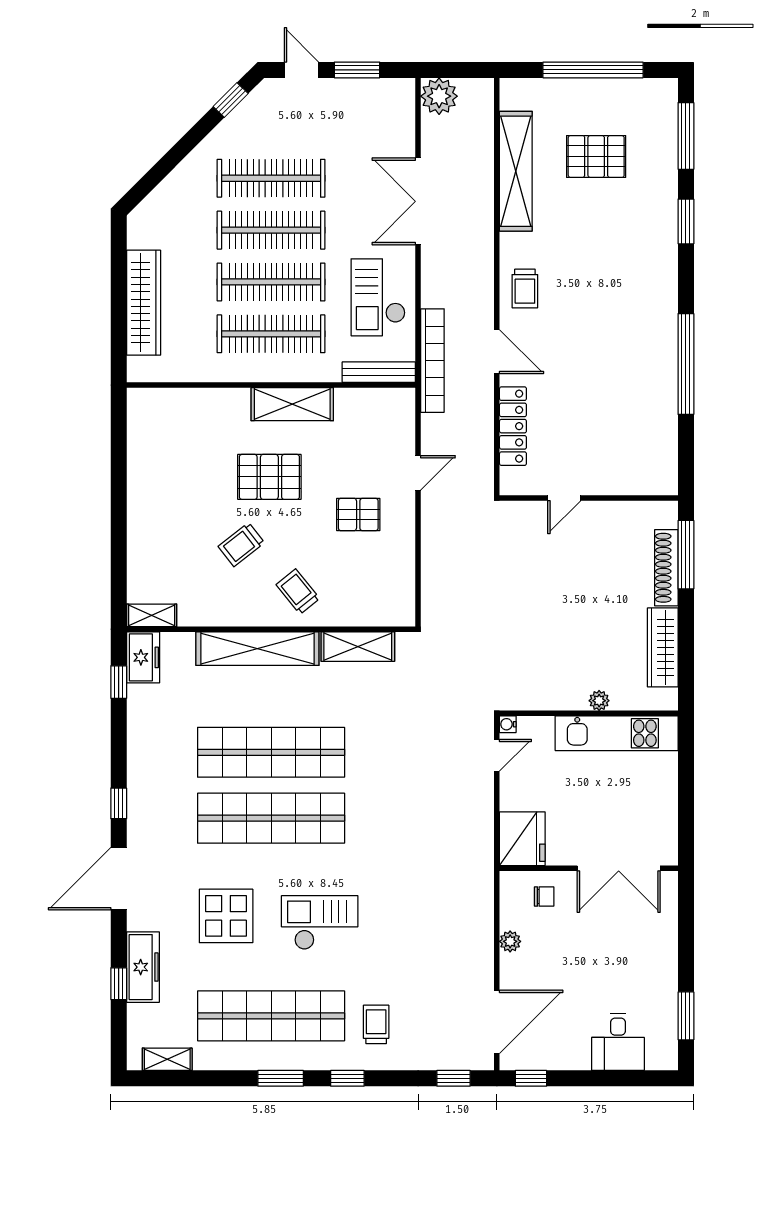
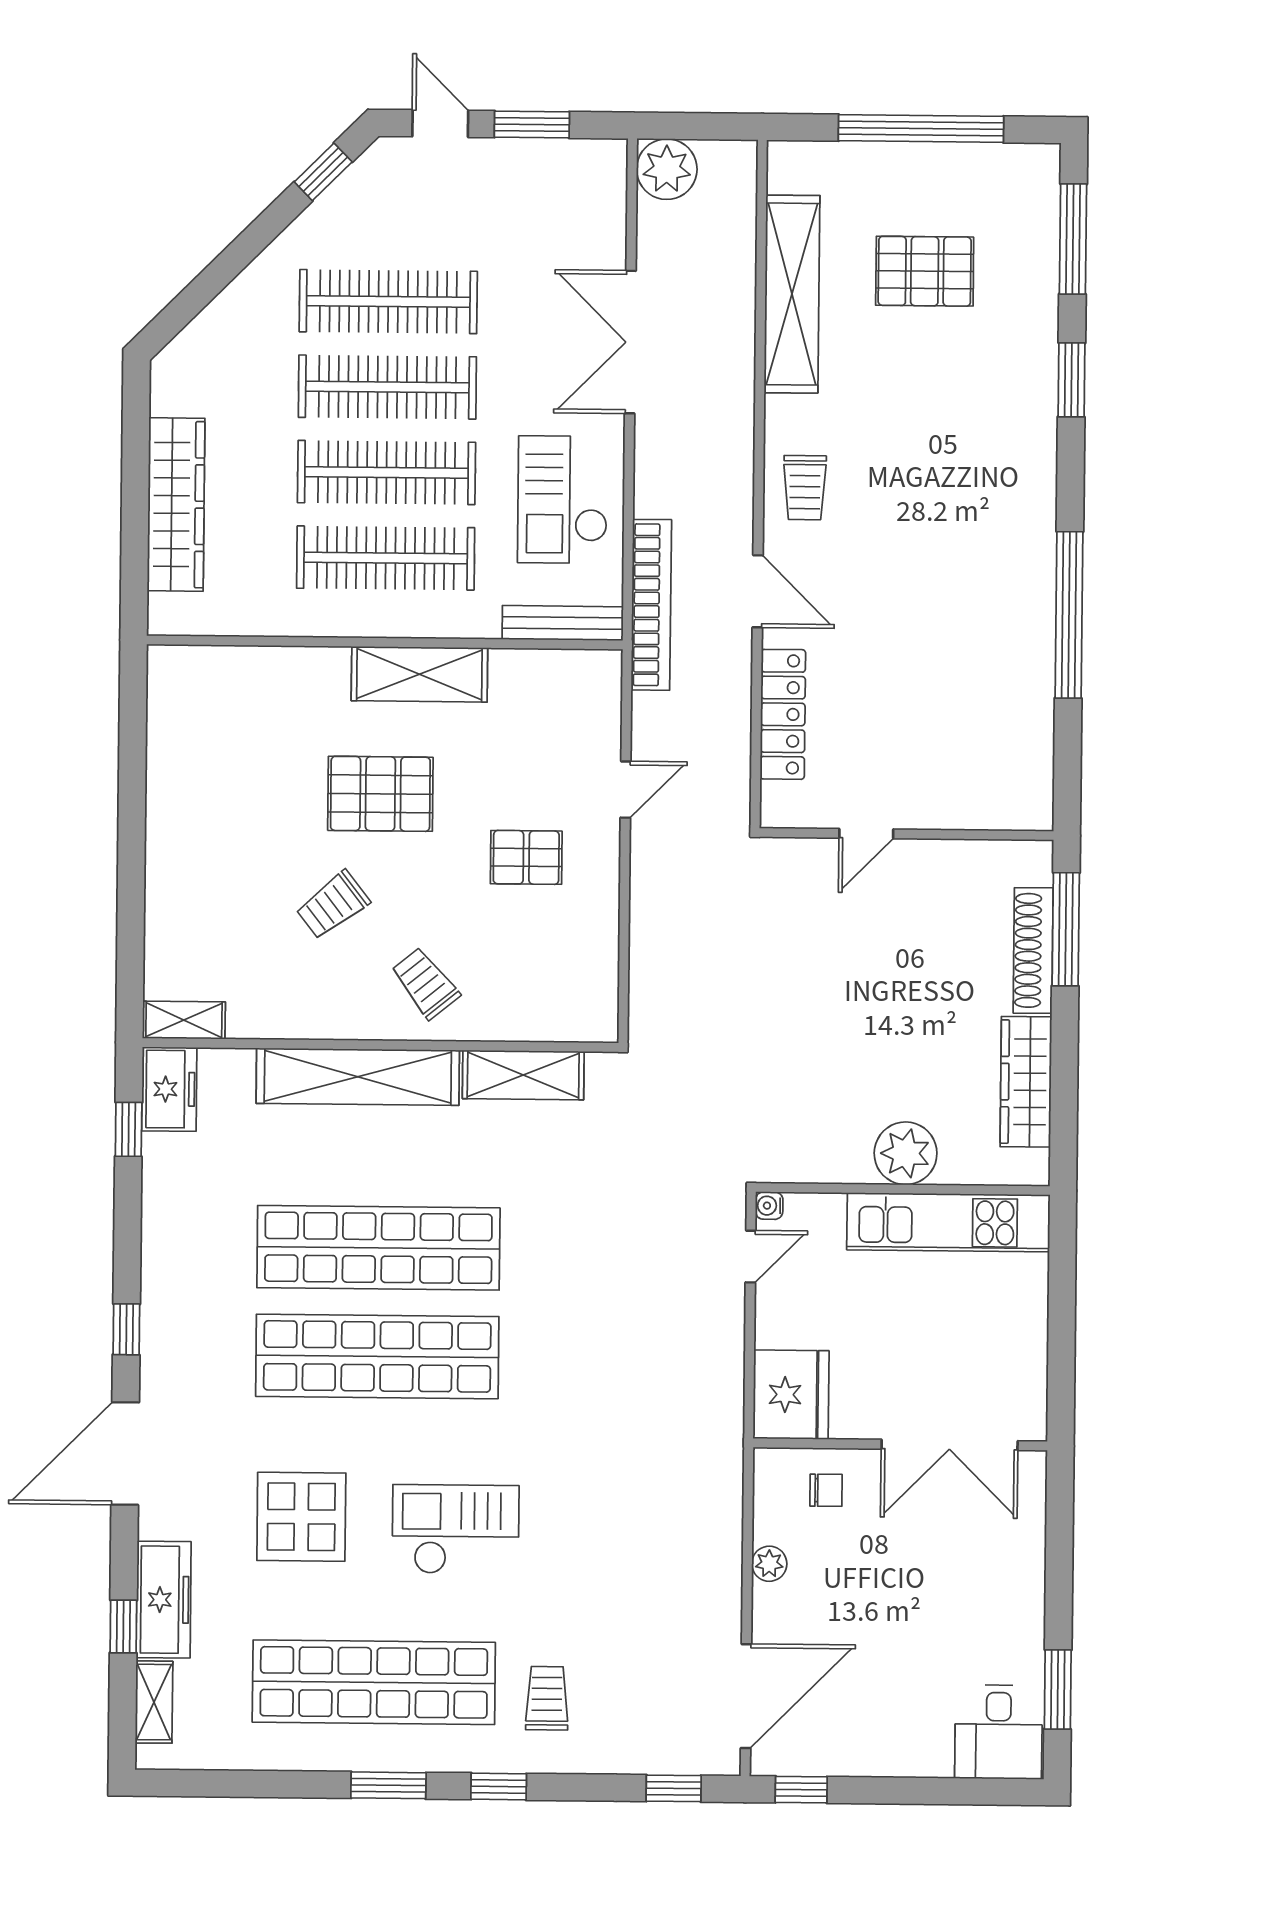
plant: (599, 701) -> (906, 1153), width x1.87, depth x1.87
desk: (618, 1042) -> (999, 1732), moved
shelving: (167, 1059) -> (154, 1702), moved, turned 90

